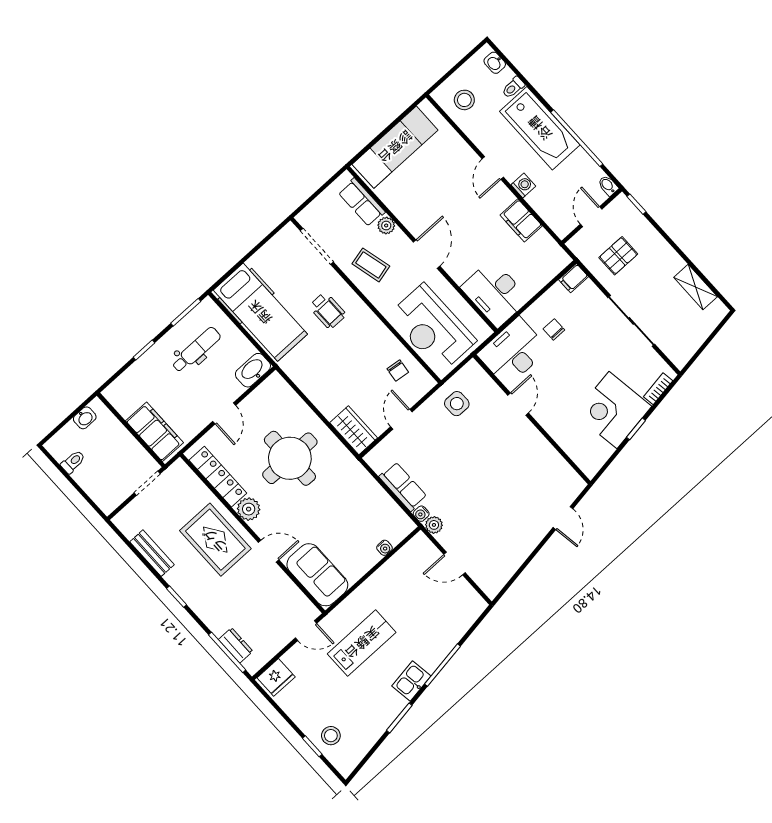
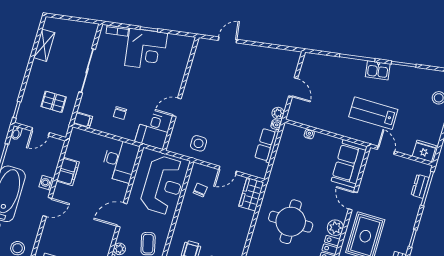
desk: (513, 352) -> (153, 131), width x0.73

